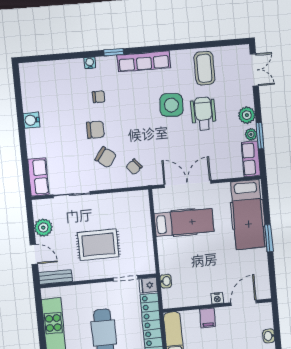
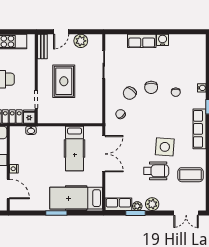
row of seats: (38, 177) -> (142, 41), moved

